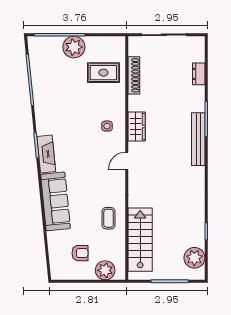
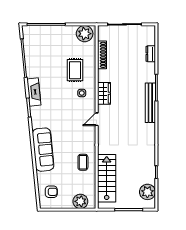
plant: (74, 47) -> (85, 34), moved
rug: (103, 73) -> (75, 70), moved, turned 90
fireplace: (46, 154) -> (34, 92), moved
armchair: (80, 253) -> (51, 192), moved

